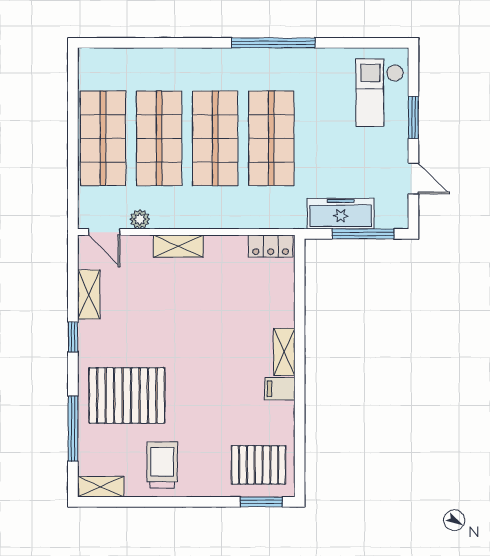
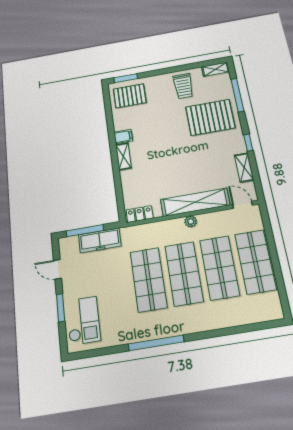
plant: (140, 219) -> (191, 221), moved
shelving: (178, 246) -> (195, 202), width x2.20, depth x1.33

